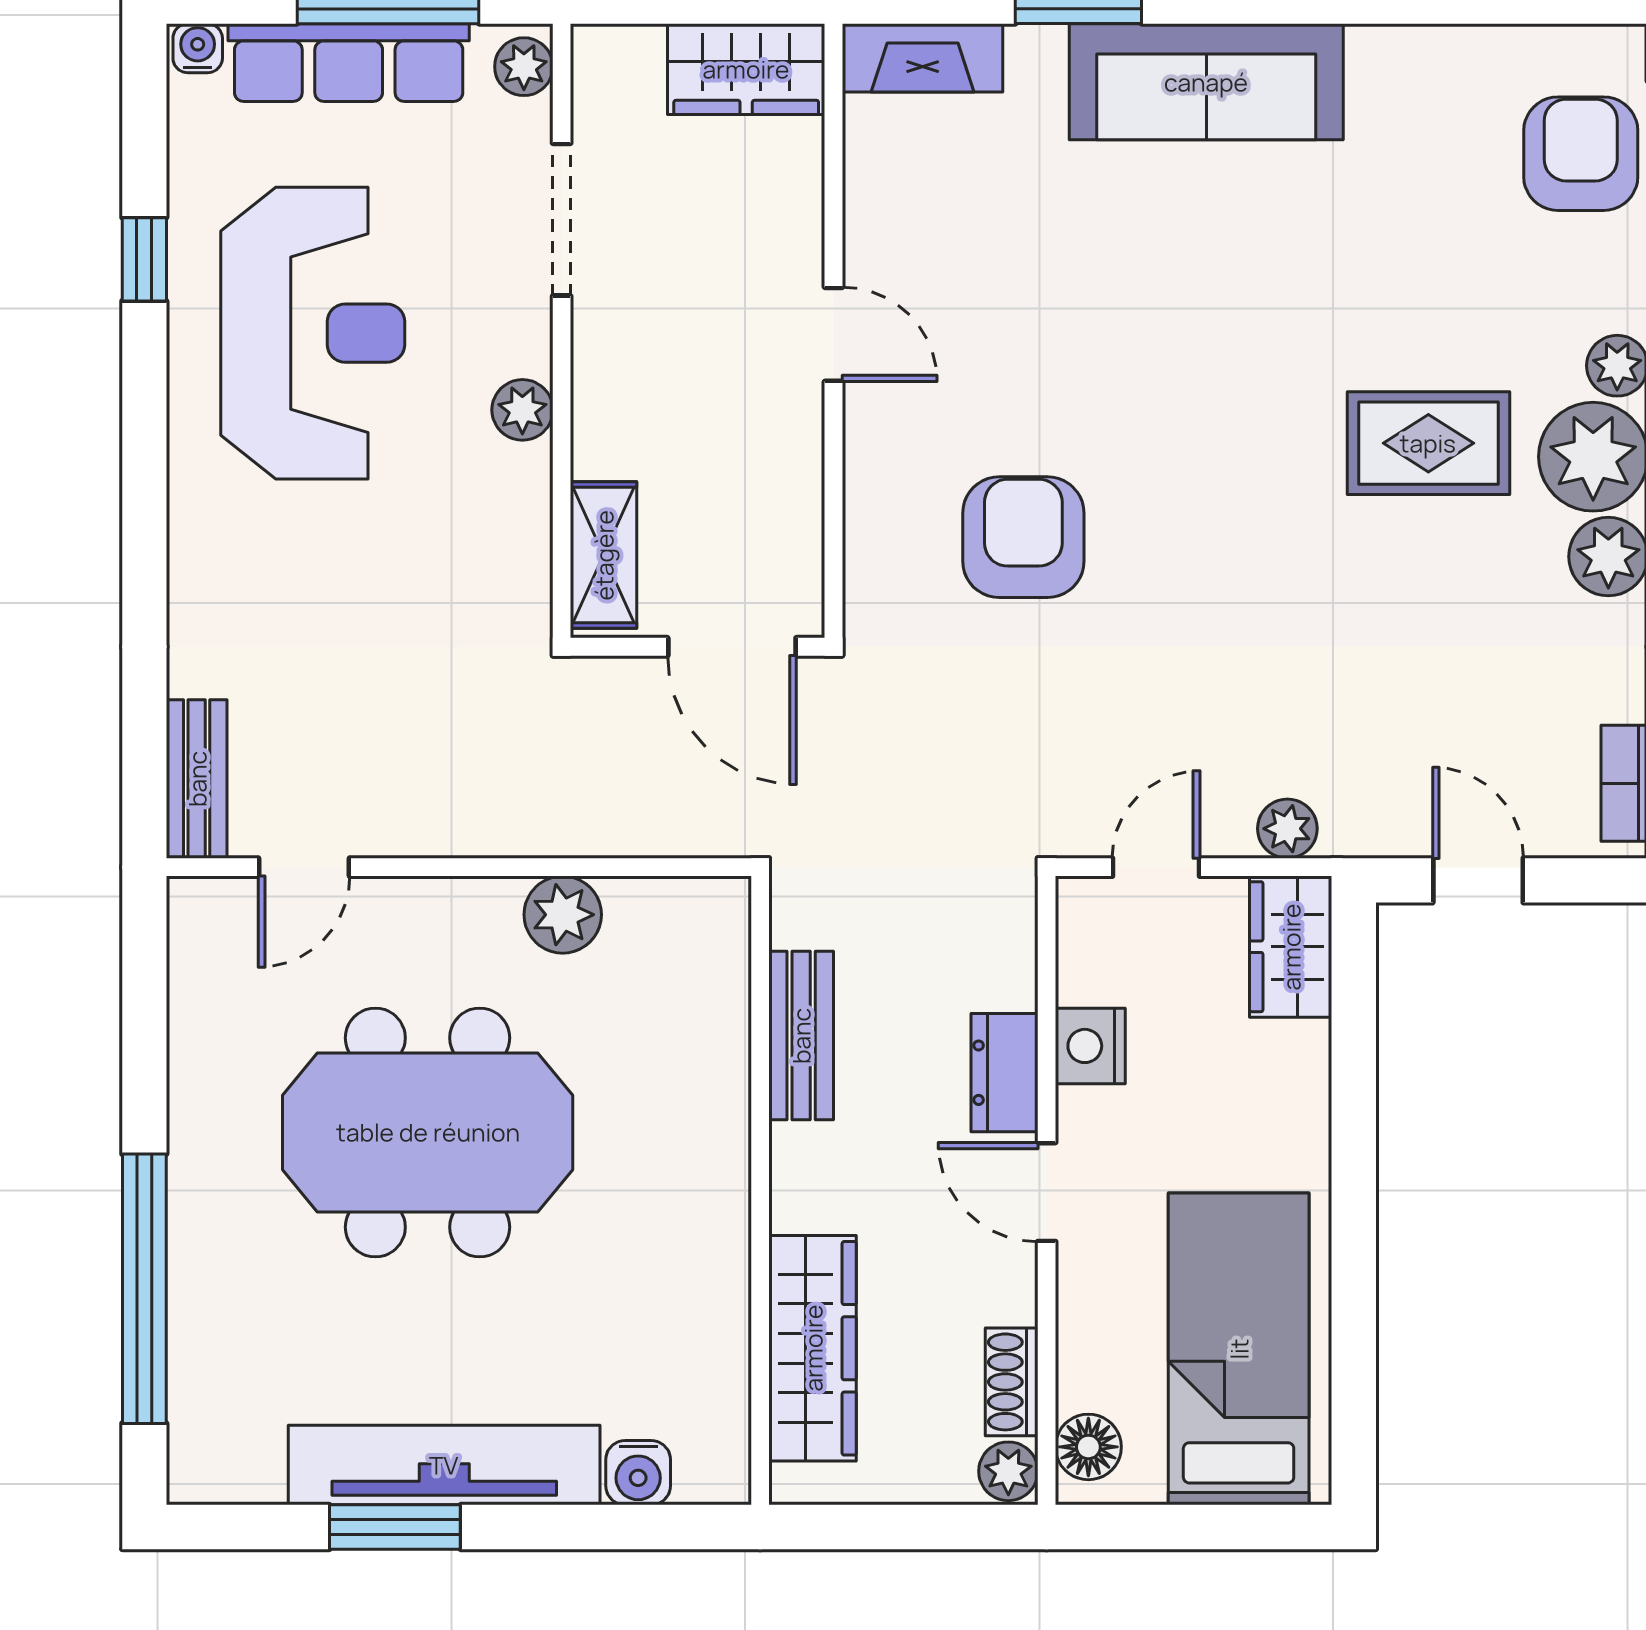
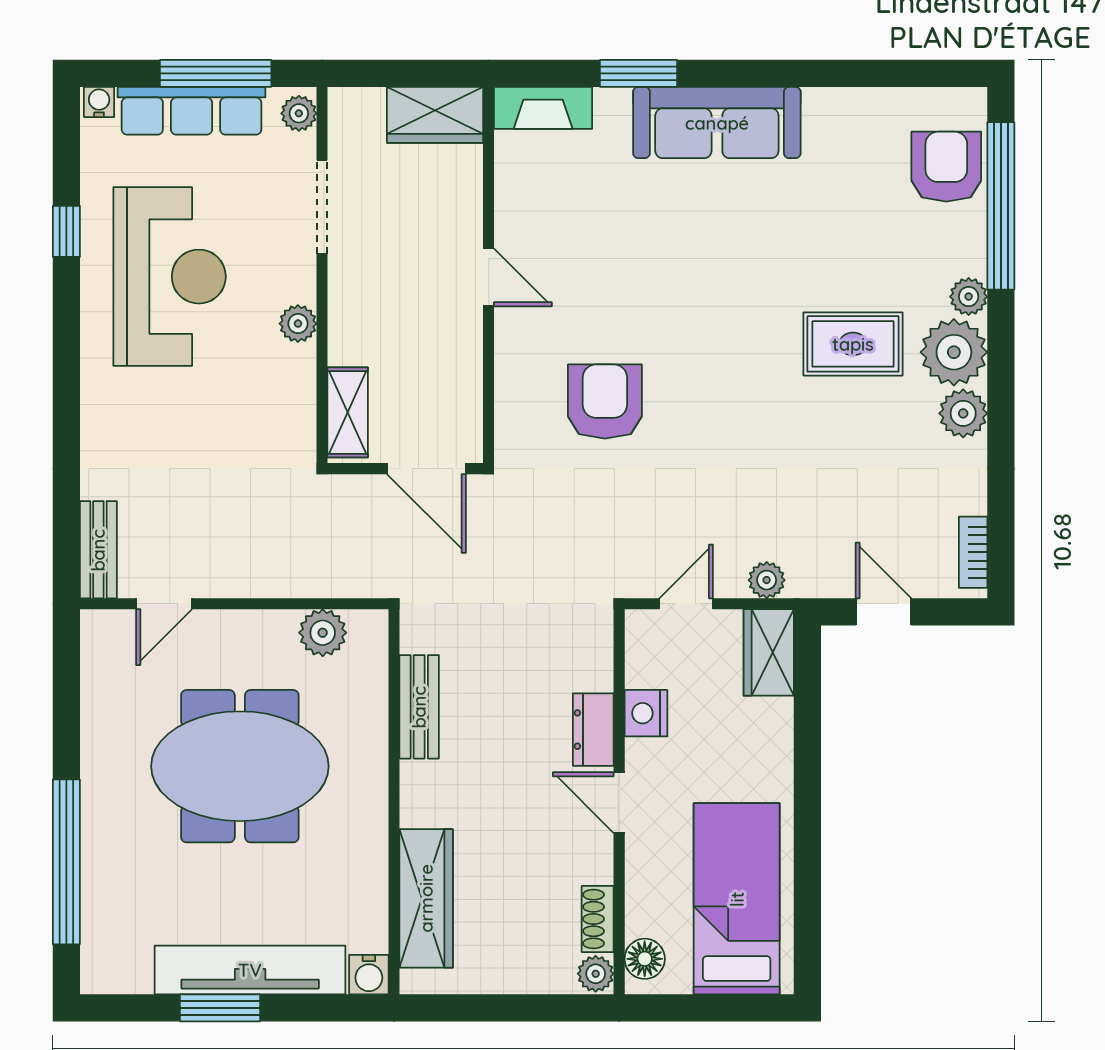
bench: (801, 1036) -> (419, 707), moved
wall: (760, 1190) -> (394, 802), moved
wardrobe: (813, 1348) -> (426, 898), moved

